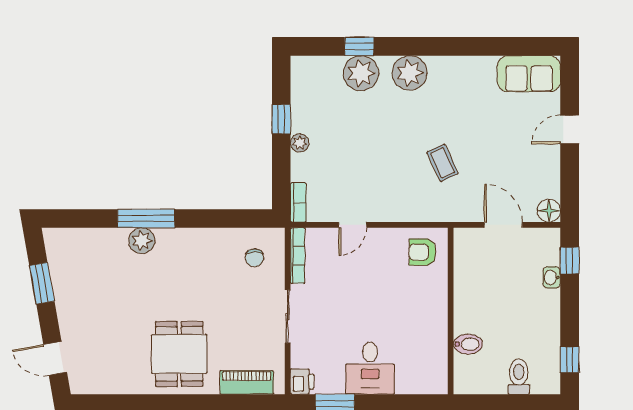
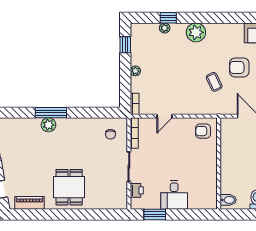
plant: (361, 73) -> (165, 28), width x0.53, depth x0.53
window: (281, 119) -> (125, 45), moved
armchair: (488, 137) -> (239, 67), added
bidet: (468, 344) -> (228, 200), moved
piano: (247, 382) -> (30, 203), moved
printer: (302, 382) -> (137, 190), moved

